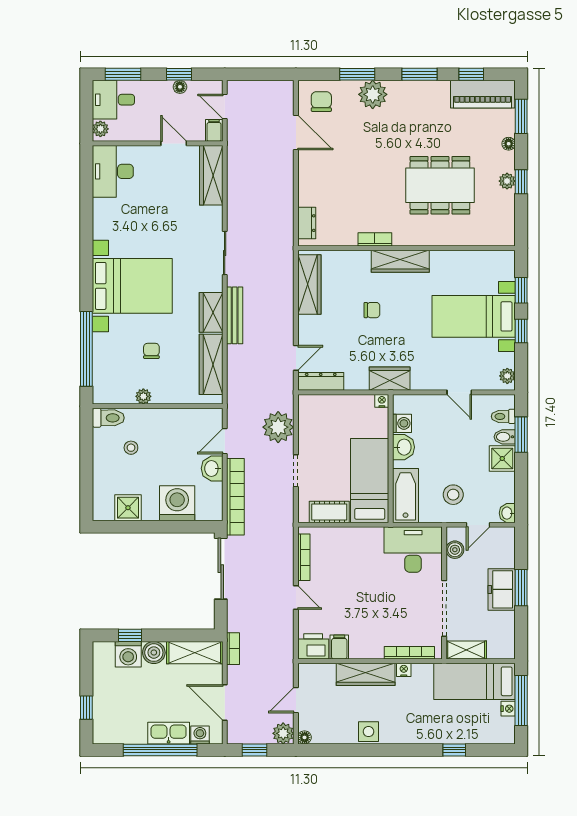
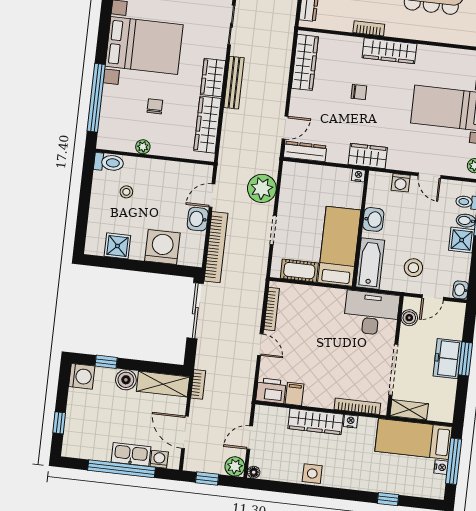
washing machine: (402, 423) -> (401, 183), moved, turned 90
washing machine: (128, 654) -> (82, 376), moved, turned -90

